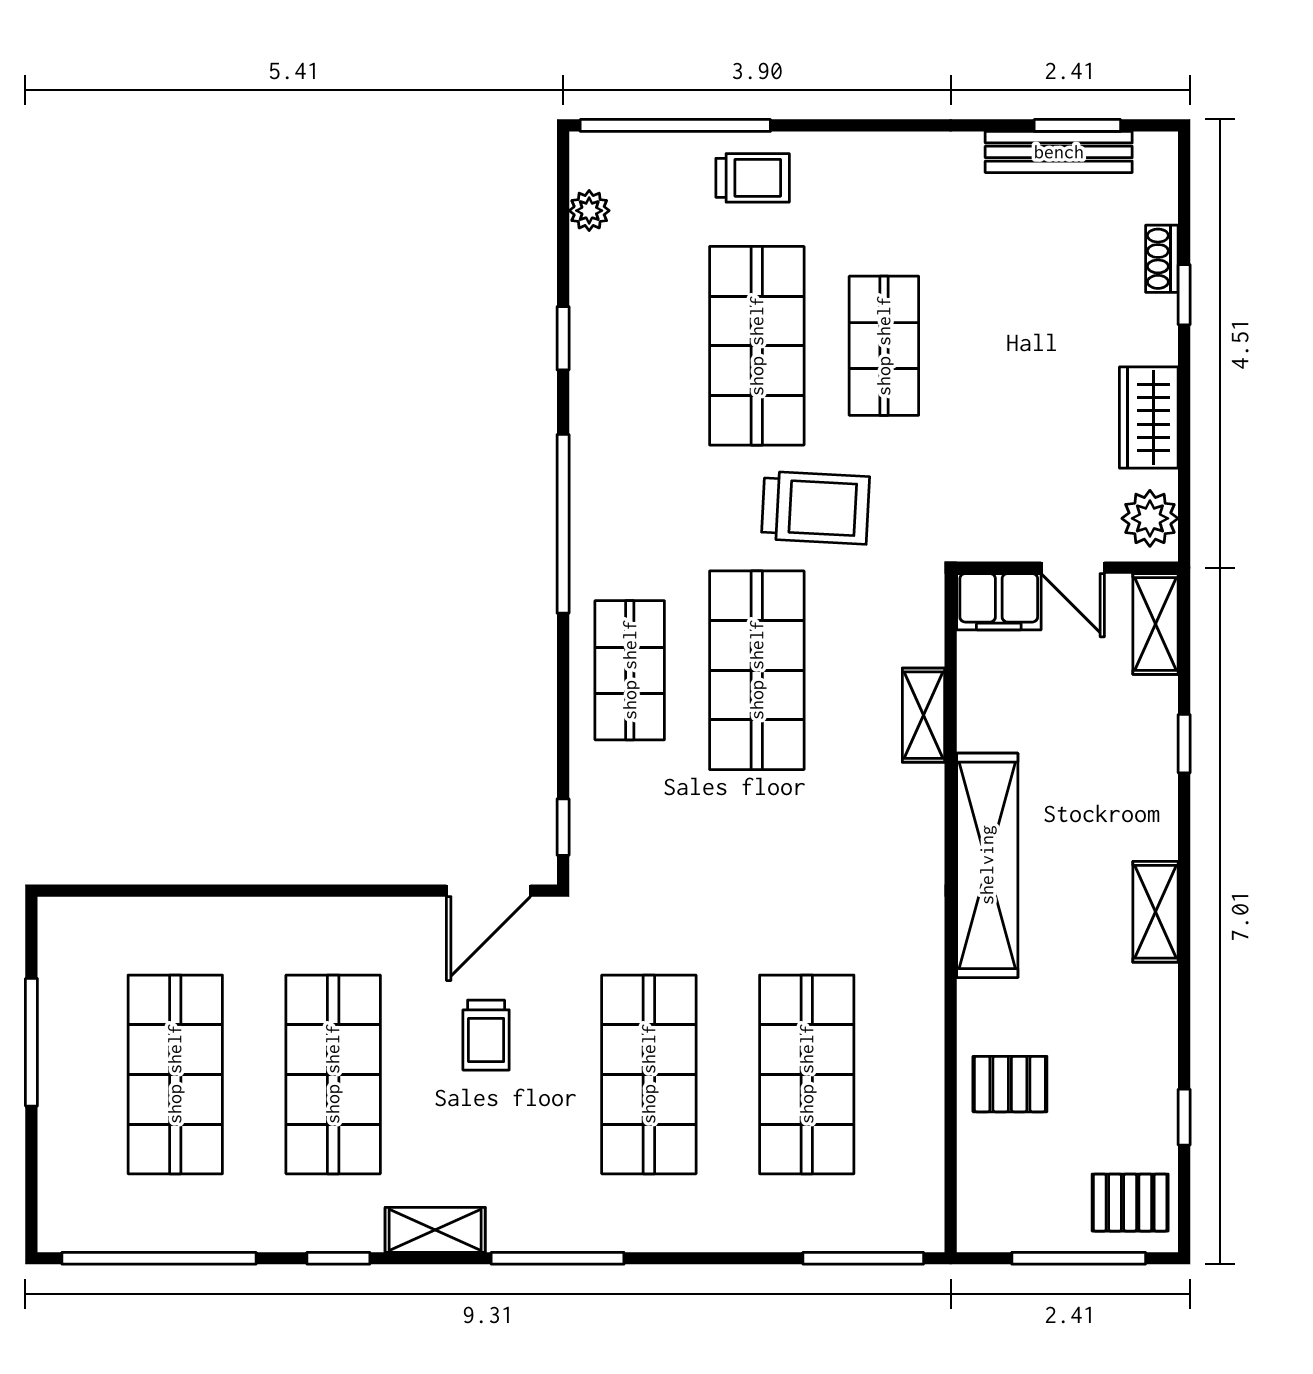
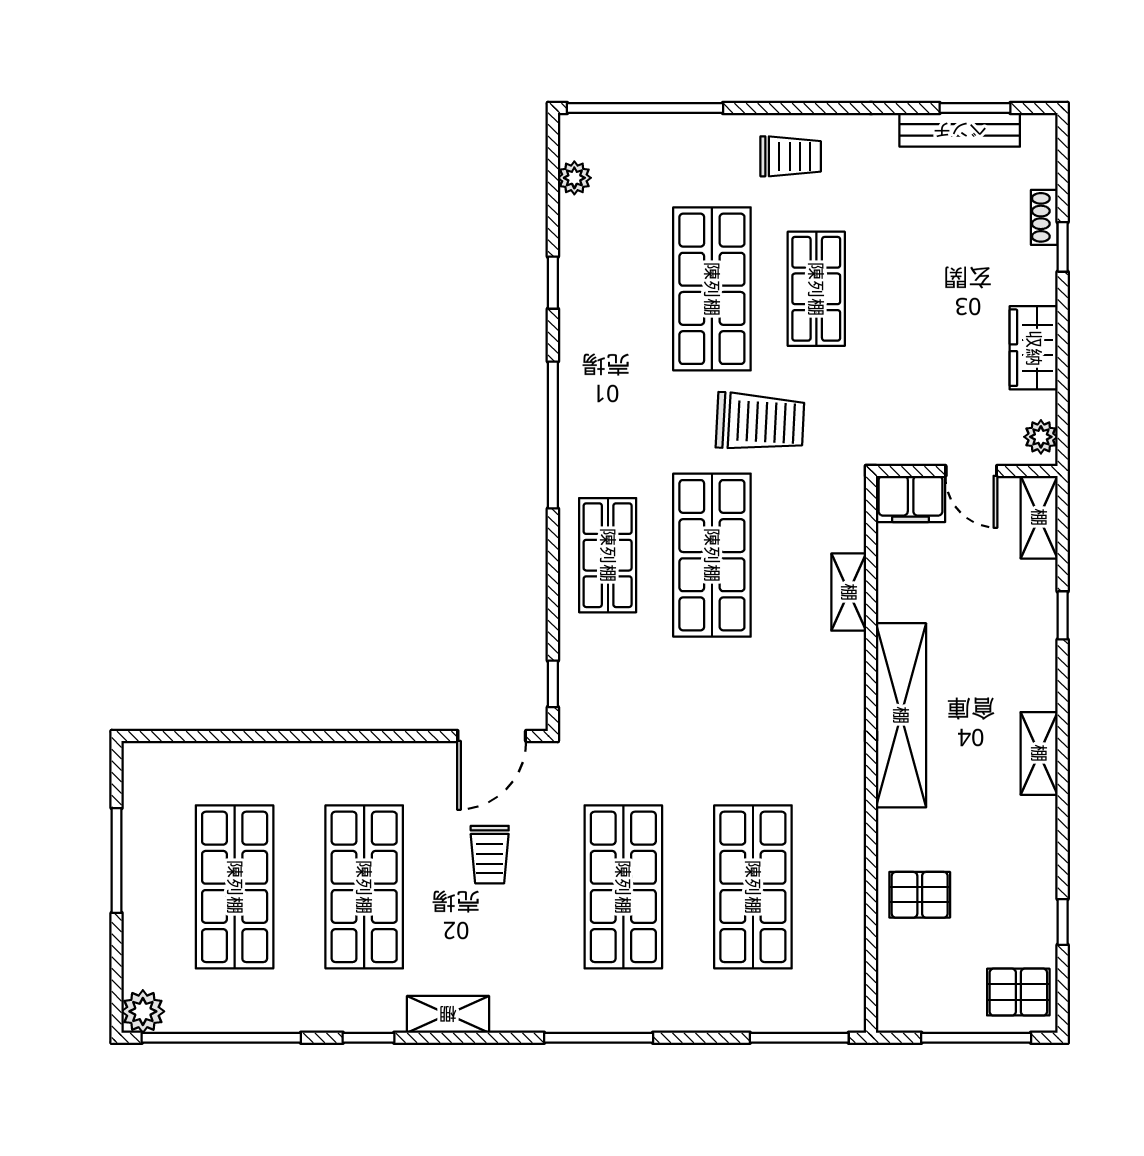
trolley: (753, 178) -> (791, 156), moved
plant: (1150, 518) -> (1041, 437), width x0.73, depth x0.73
plant: (63, 1226) -> (143, 1011), added
window: (558, 1258) -> (599, 1038), moved

